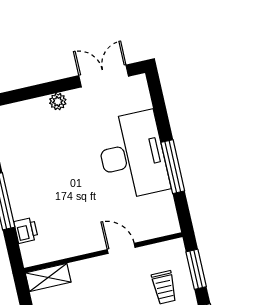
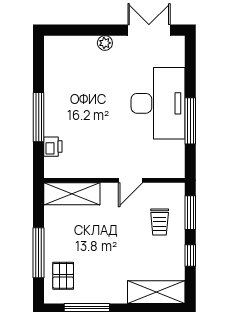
door: (121, 248) -> (130, 180), swing flipped
shelving: (48, 277) -> (72, 194), width x1.50, depth x1.33

